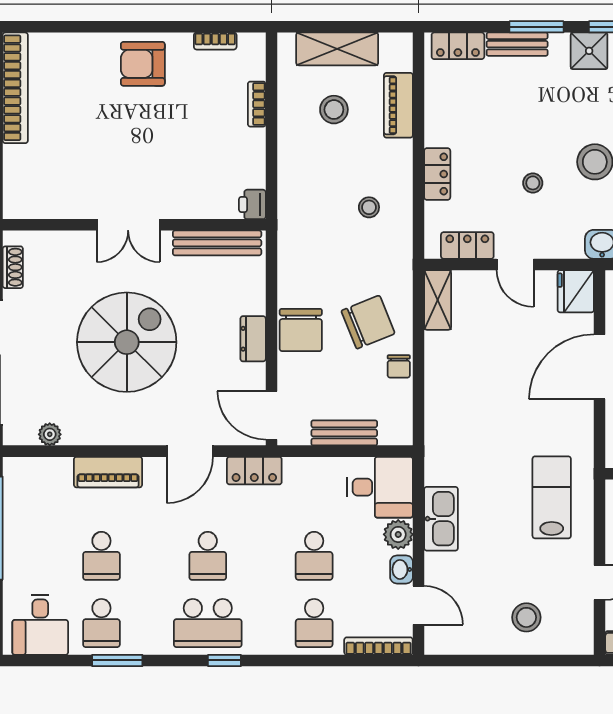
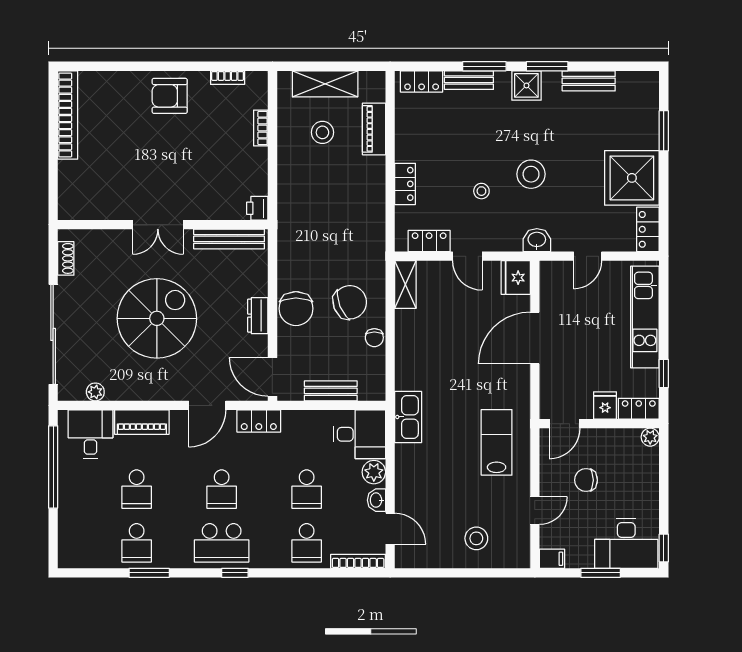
stool: (369, 207) -> (350, 211), removed
kitchen sink: (441, 519) -> (408, 417), moved
desk: (40, 625) -> (90, 434), moved, turned 180

